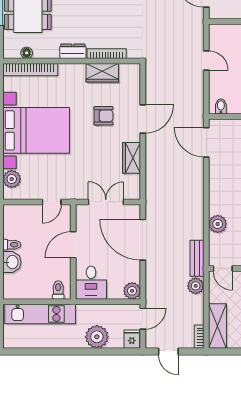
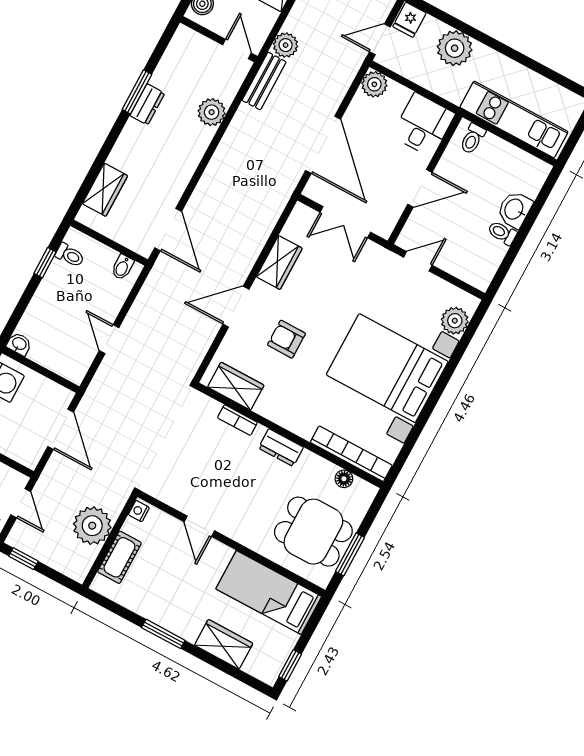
bookcase: (107, 54) -> (237, 420), width x0.64
wardrobe: (102, 73) -> (236, 386), moved

